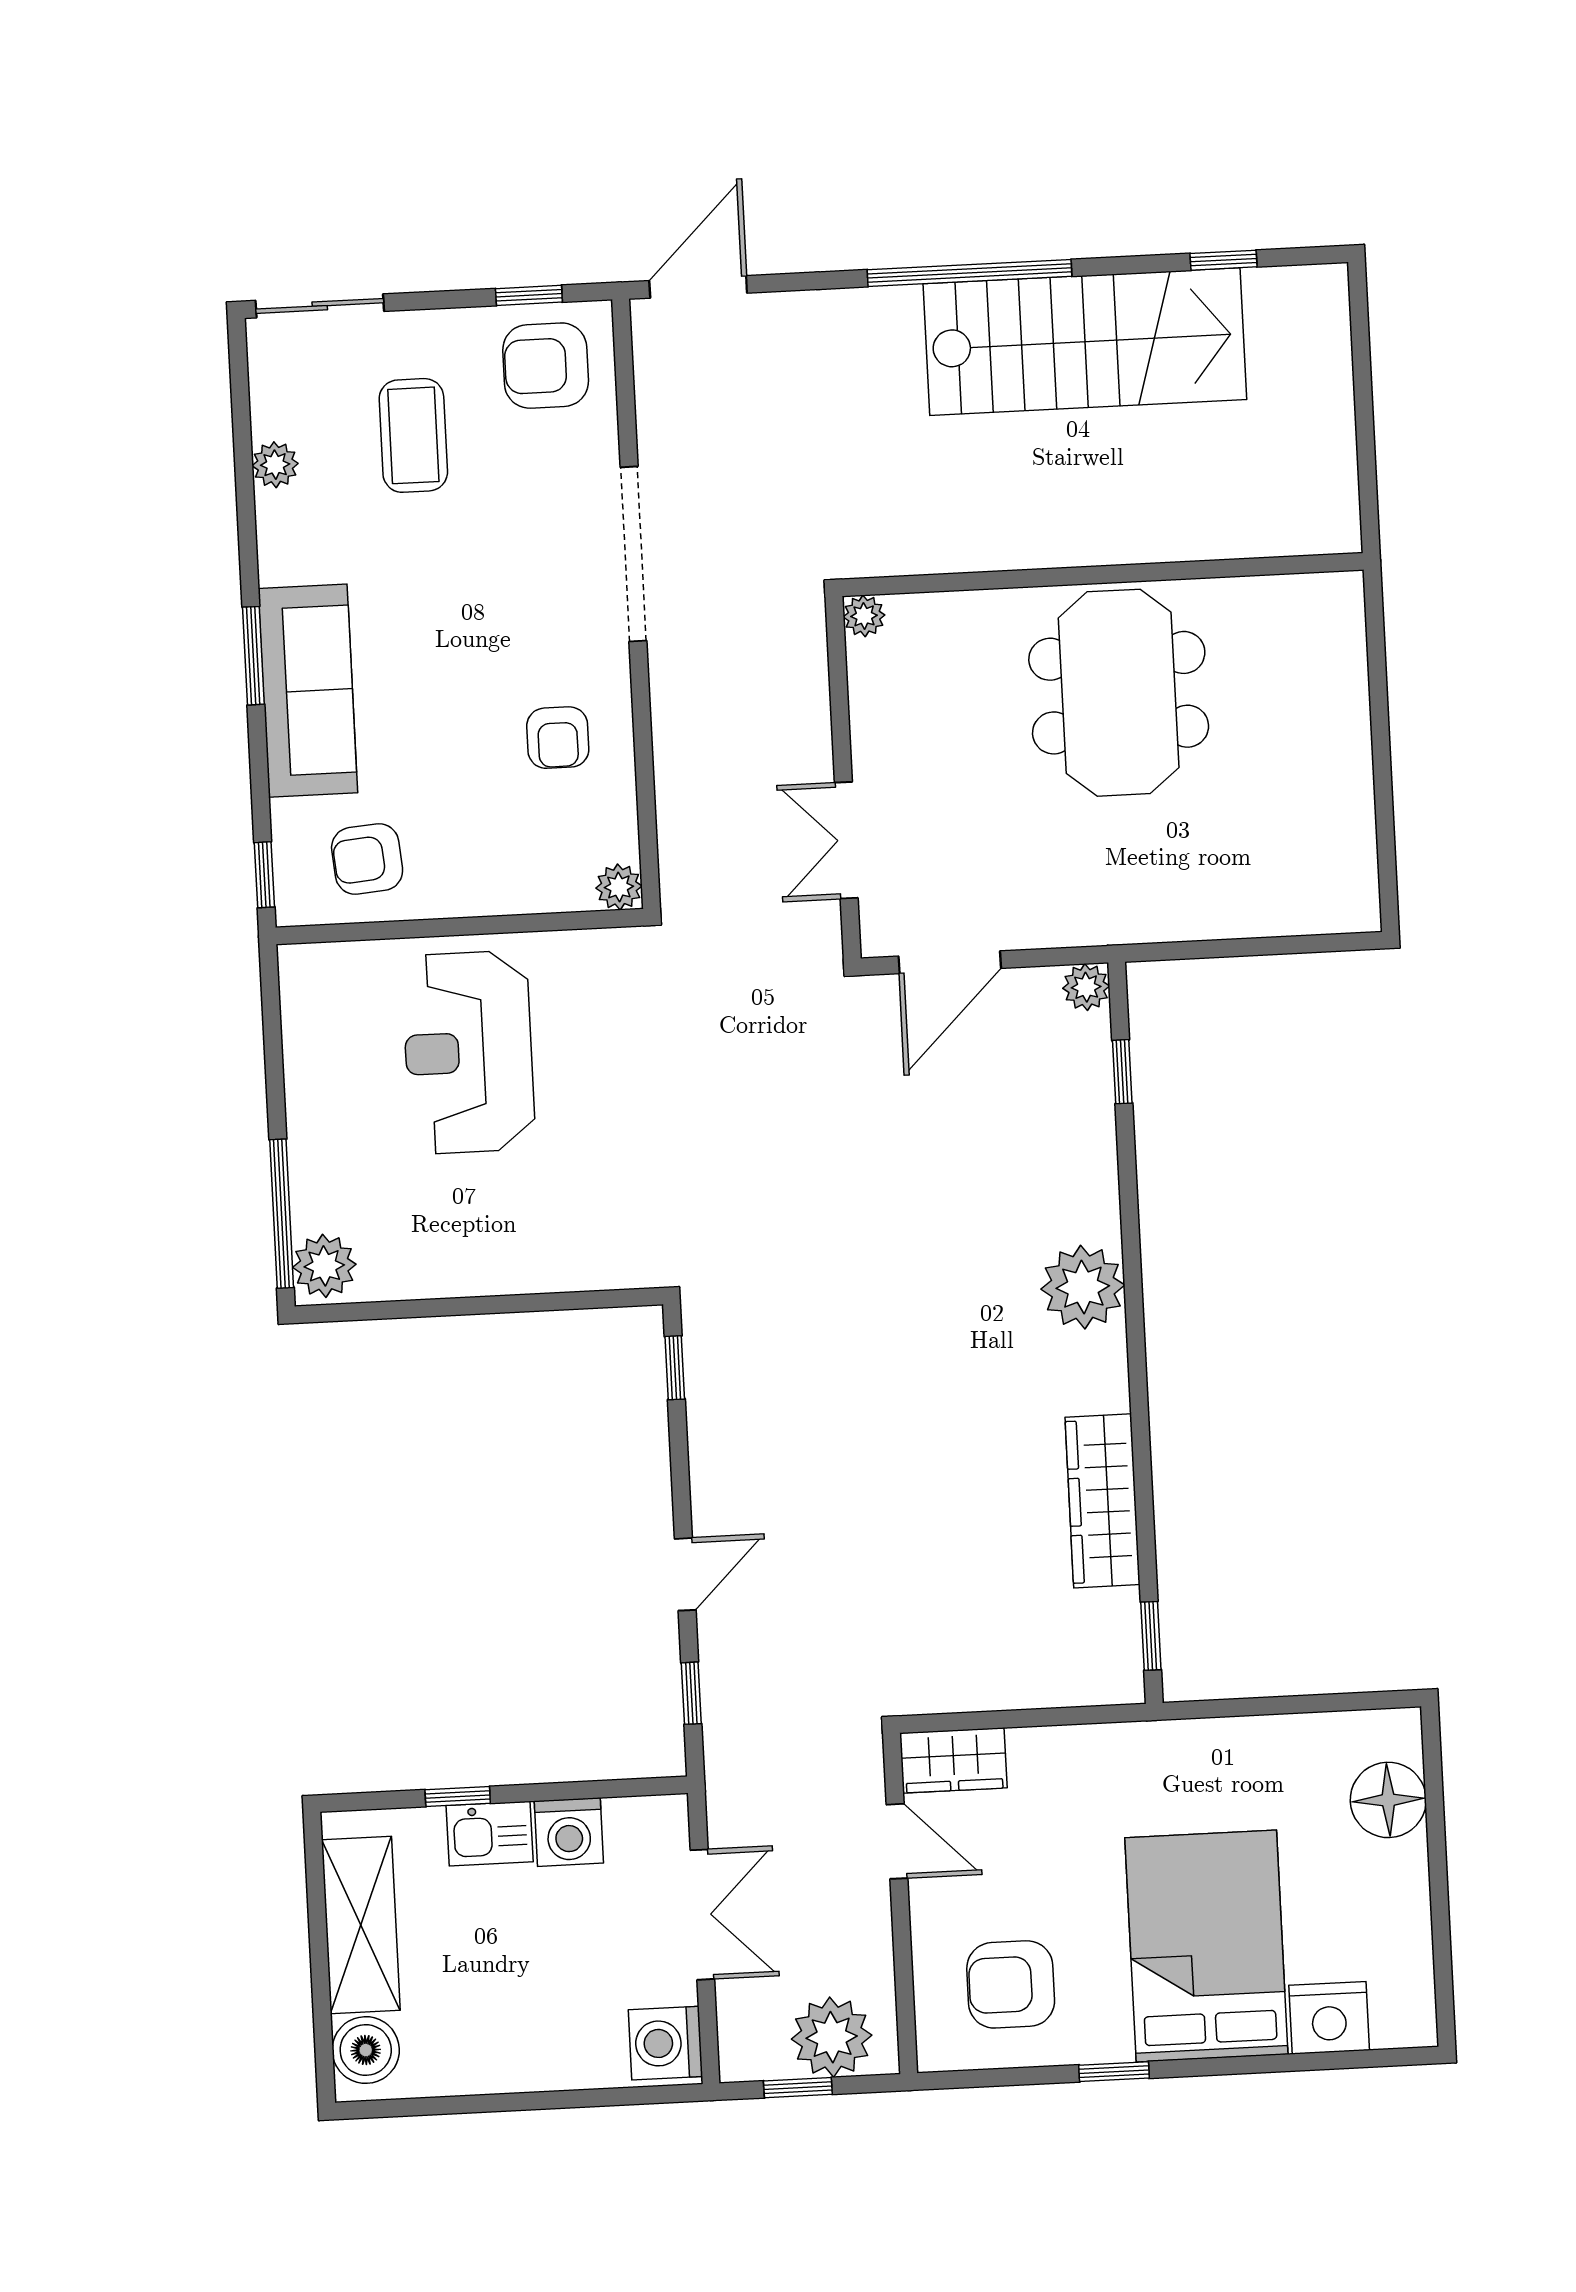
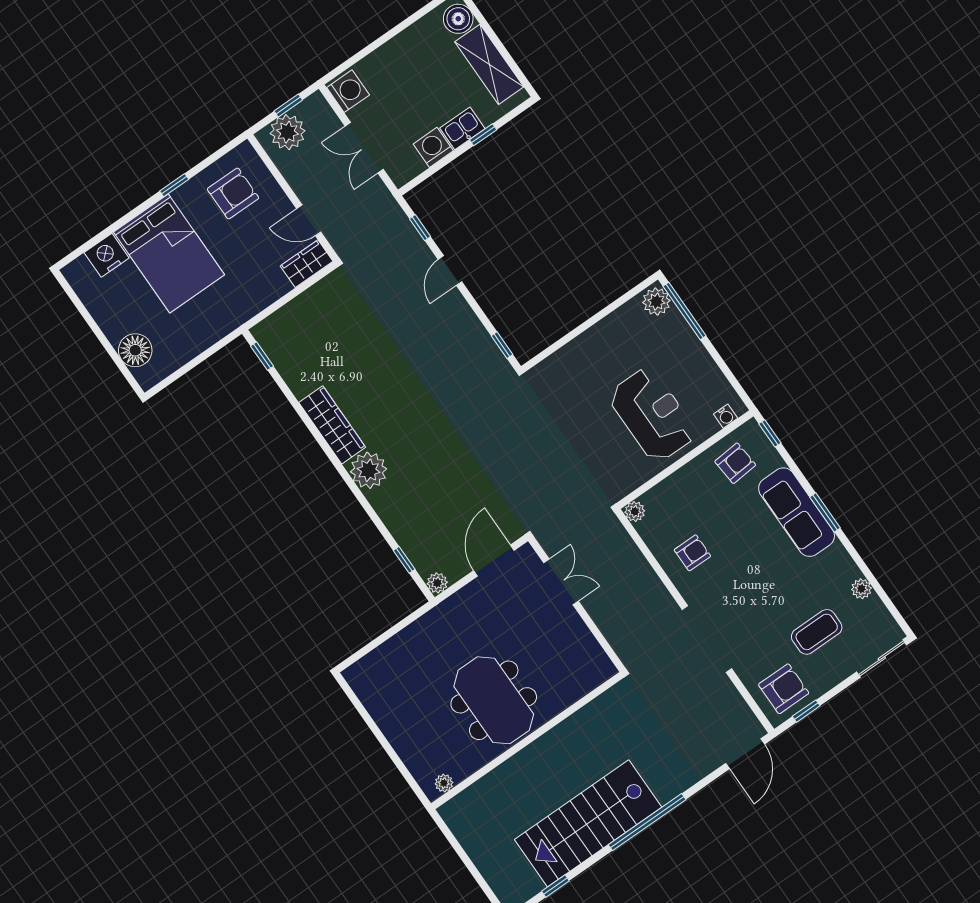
coffee table: (413, 435) -> (817, 632), turned 90
plant: (864, 616) -> (444, 783), moved
armchair: (558, 738) -> (692, 553), turned 90
water cooler: (329, 961) -> (726, 416), added
wardrobe: (1103, 1501) -> (332, 425), moved

